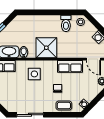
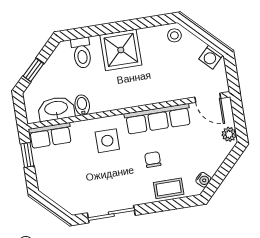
toilet: (66, 23) -> (82, 53), moved
shower: (46, 48) -> (121, 50), moved
row of seats: (70, 66) -> (158, 119), width x1.48

